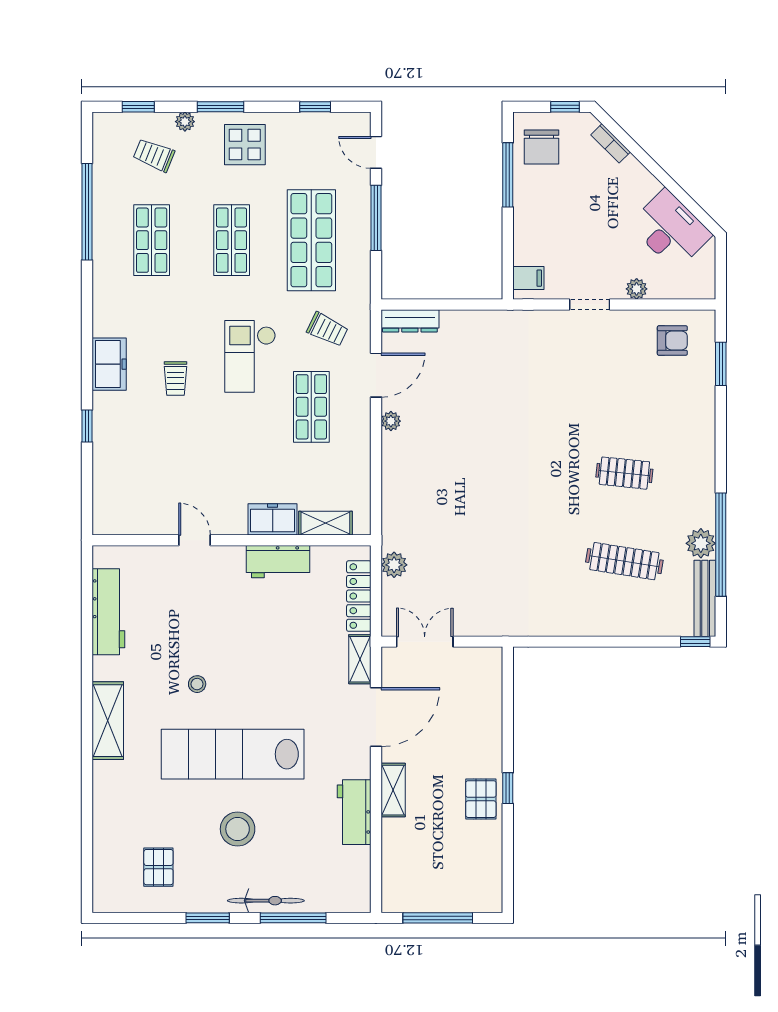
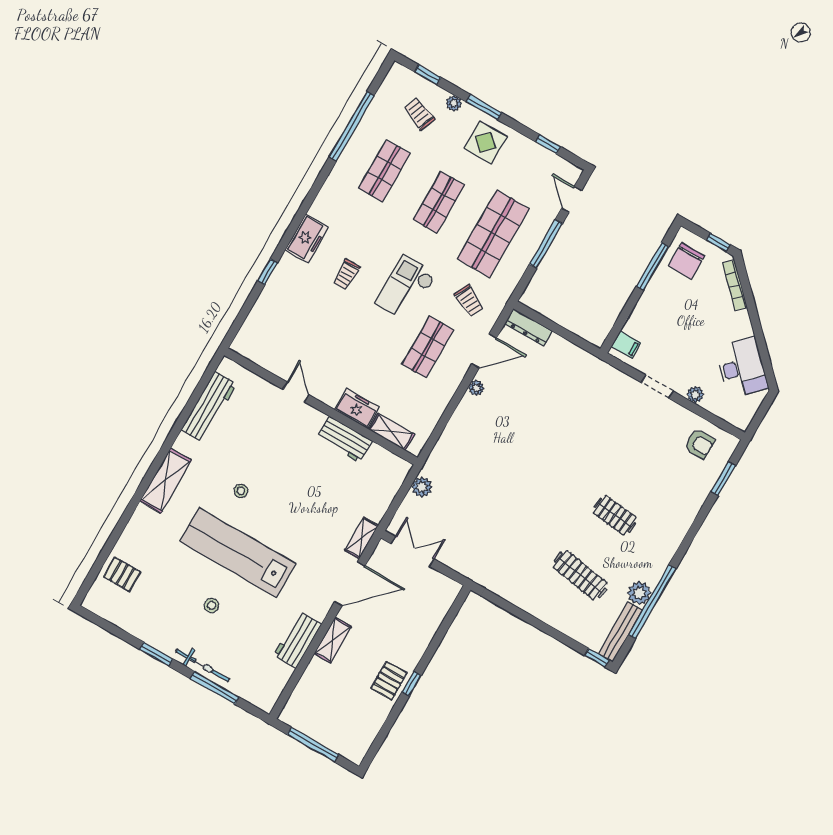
bookcase: (611, 143) -> (735, 285), width x1.56
locker: (359, 596) -> (386, 495), removed
stool: (238, 829) -> (212, 605), width x0.53, depth x0.53
pallet: (158, 867) -> (122, 574), moved, turned 90

